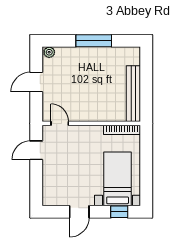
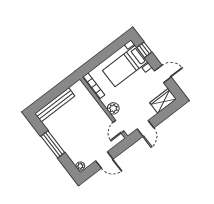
bench: (133, 94) -> (55, 105), moved
plant: (83, 133) -> (113, 108), added
door: (36, 150) -> (146, 128), hinge flipped
wardrobe: (51, 191) -> (163, 101), added

